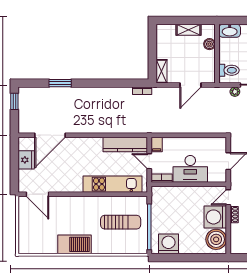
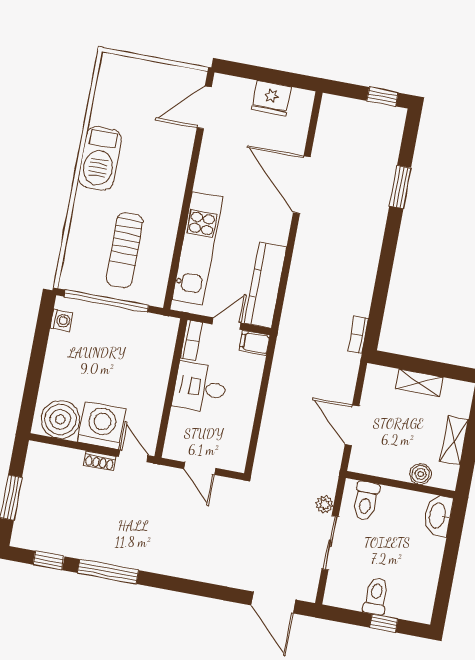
shelving: (161, 71) -> (419, 383), moved
door: (50, 135) -> (302, 185), moved
desk: (190, 169) -> (200, 387), width x0.73
washing machine: (168, 244) -> (61, 320), width x0.53, depth x0.53

